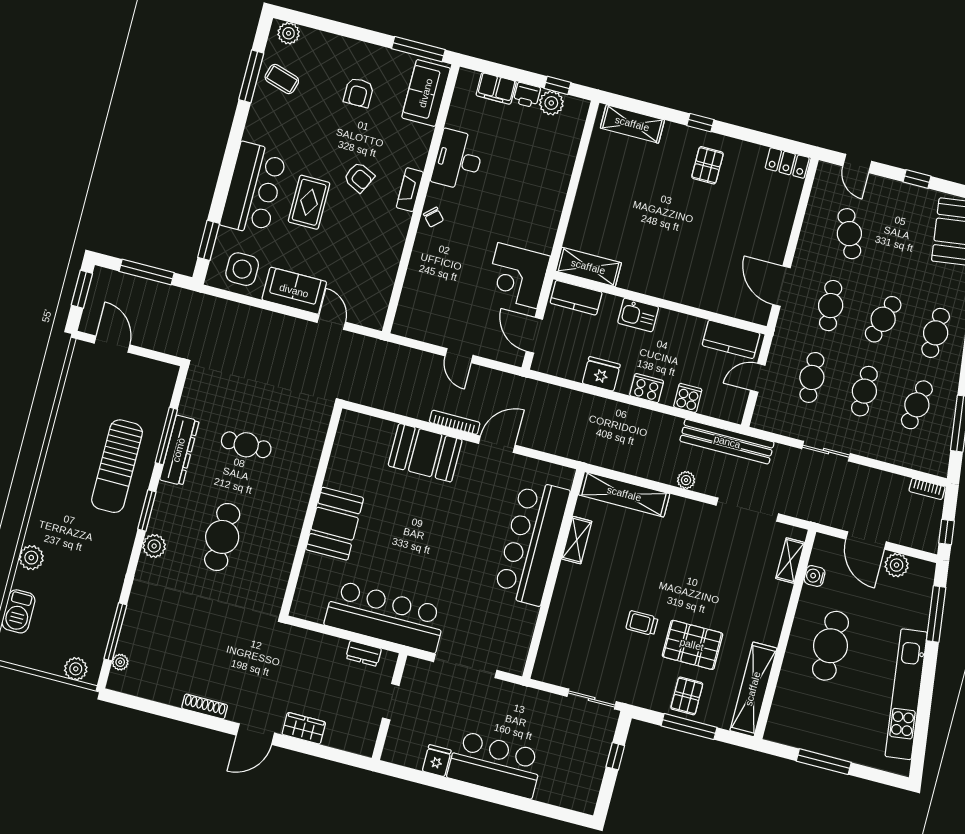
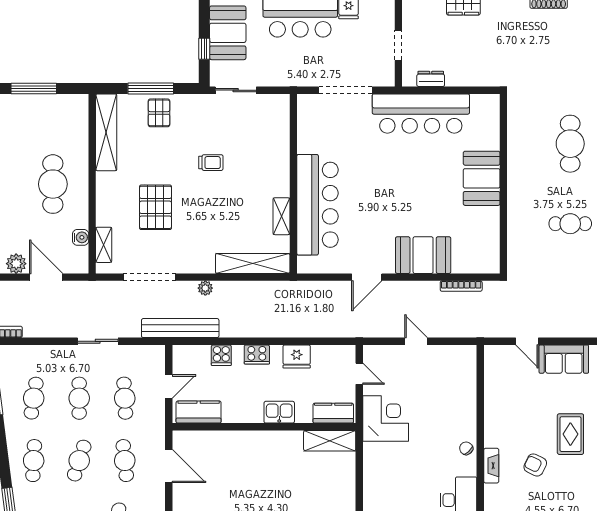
door: (534, 335) -> (359, 374), width x0.73
bookcase: (455, 422) -> (461, 286), moved
pallet: (692, 645) -> (155, 207), moved, turned 90
booth: (584, 768) -> (228, 33), added

